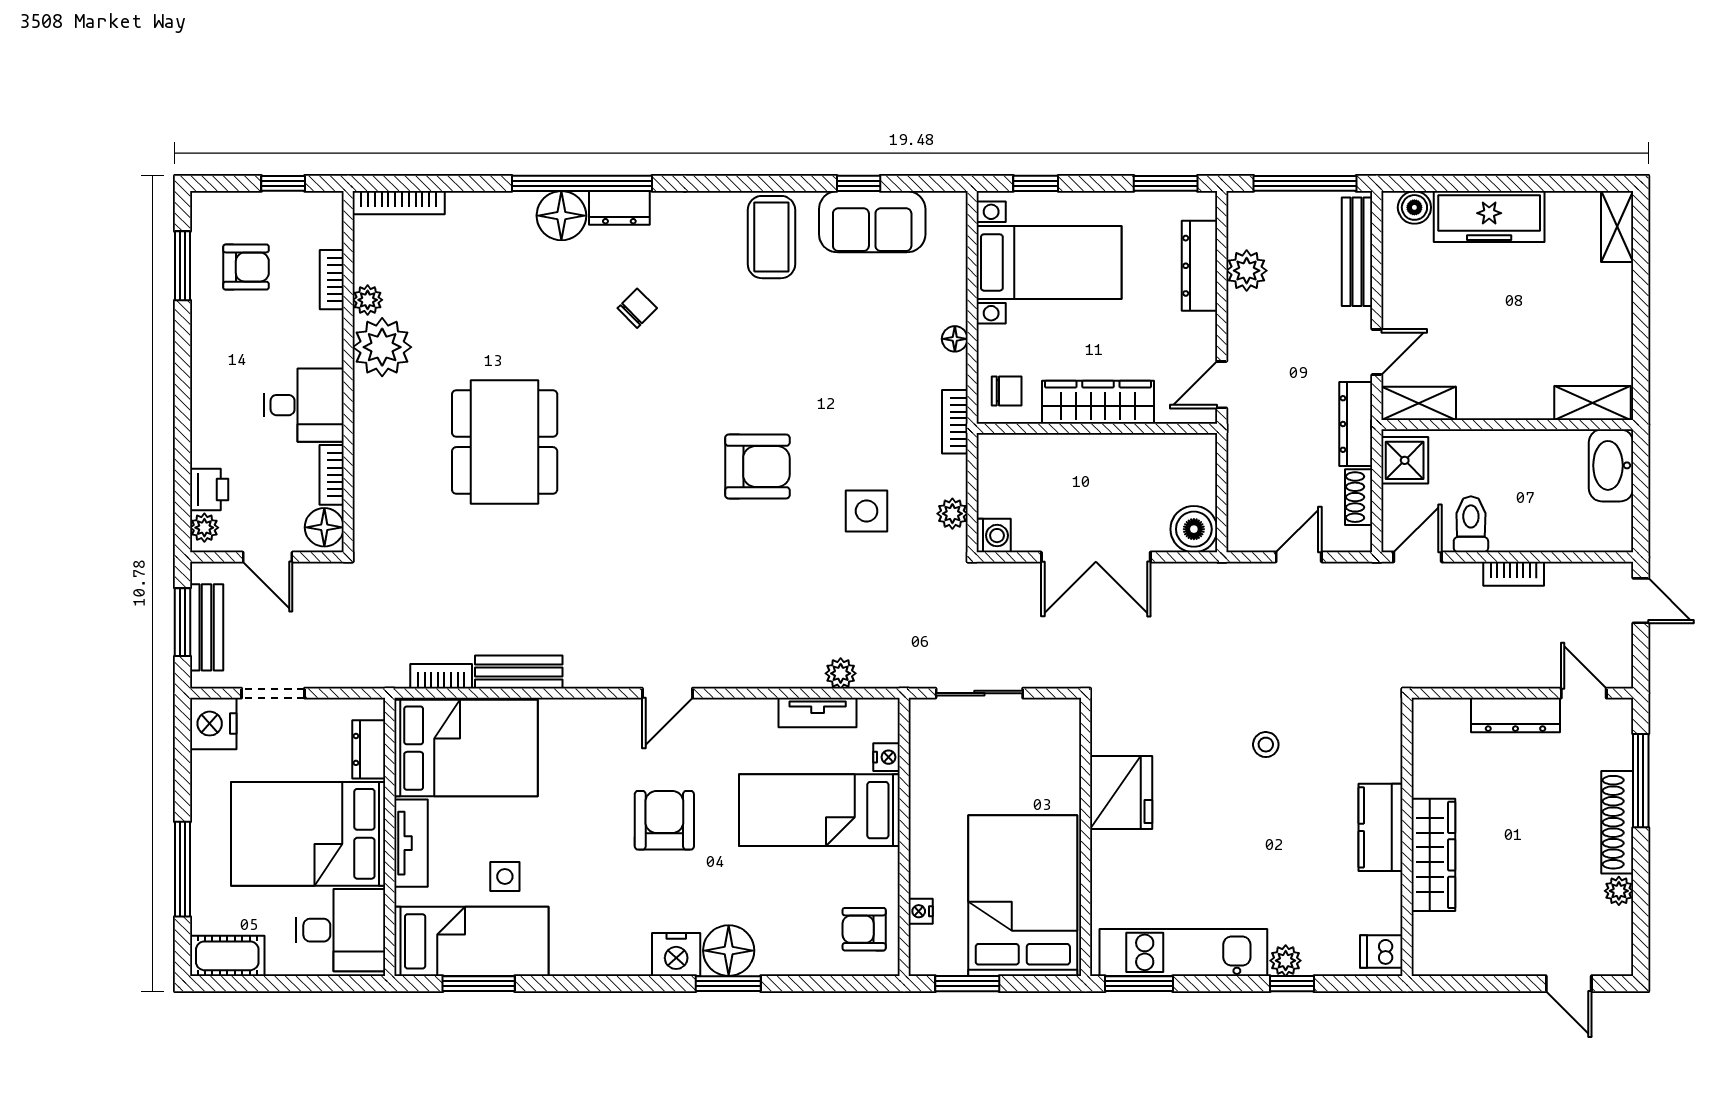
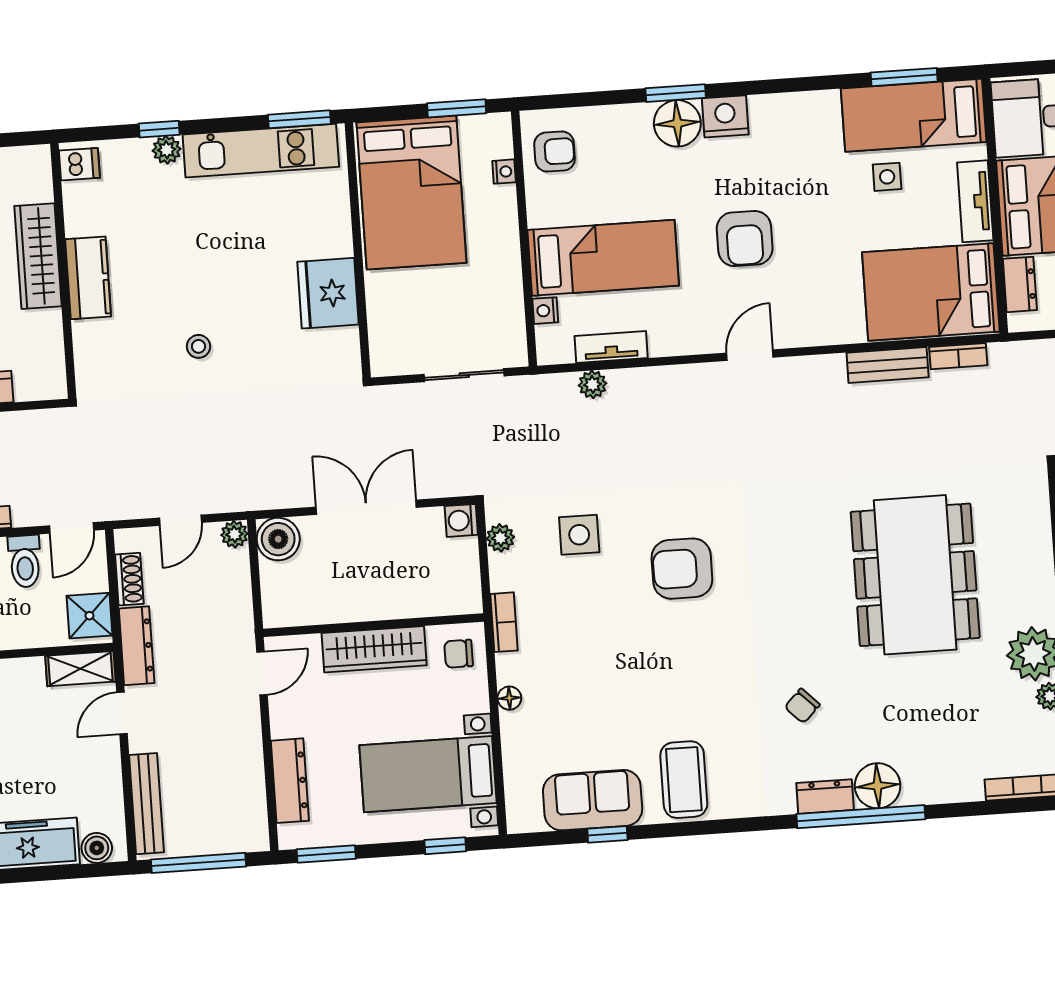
plant: (1247, 271) -> (234, 534), moved, width x0.73, depth x0.73
dining table: (505, 442) -> (915, 575), width x1.36, depth x1.24

